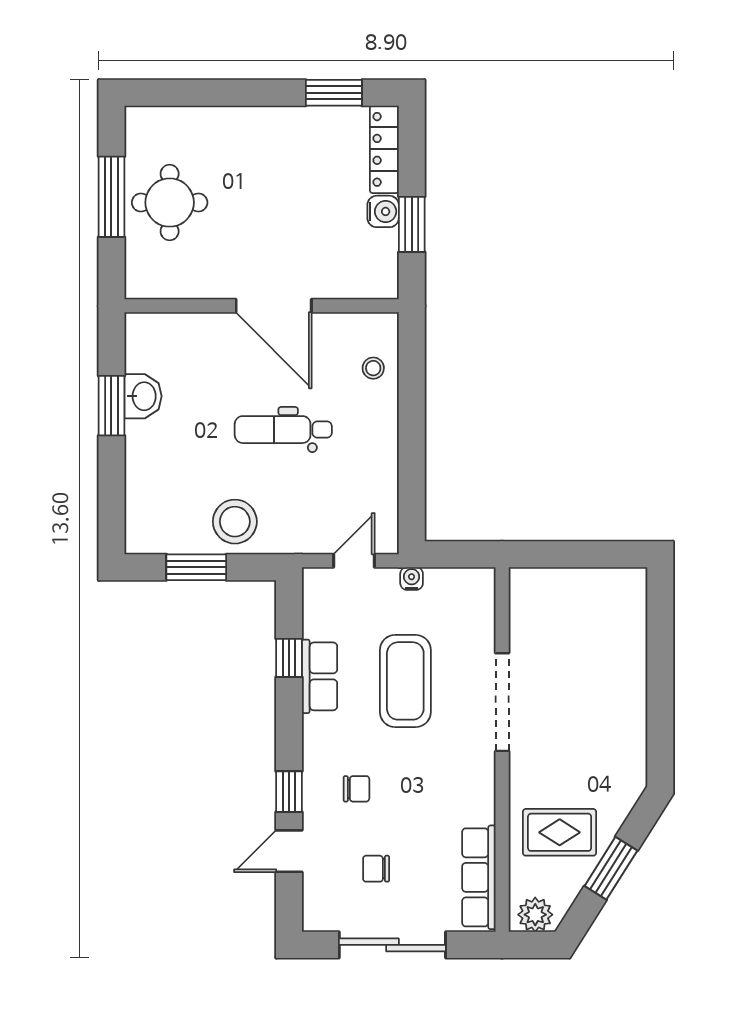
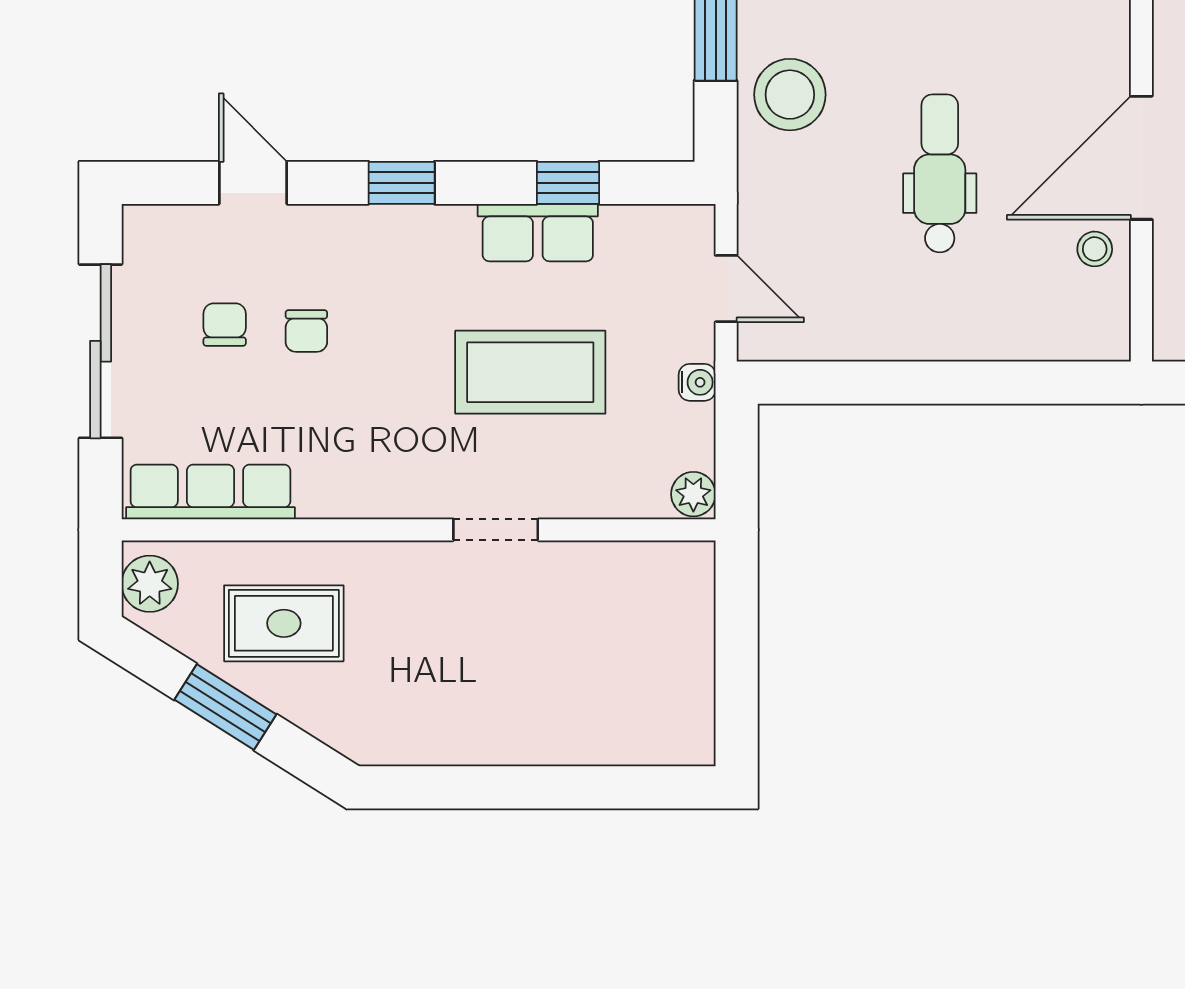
stool: (373, 368) -> (1095, 249), moved
plant: (480, 581) -> (693, 494), added
doorway: (502, 702) -> (496, 530), width x0.53
chair: (356, 789) -> (306, 331), moved
window: (289, 792) -> (402, 183), moved
rug: (560, 832) -> (284, 623), turned 90

